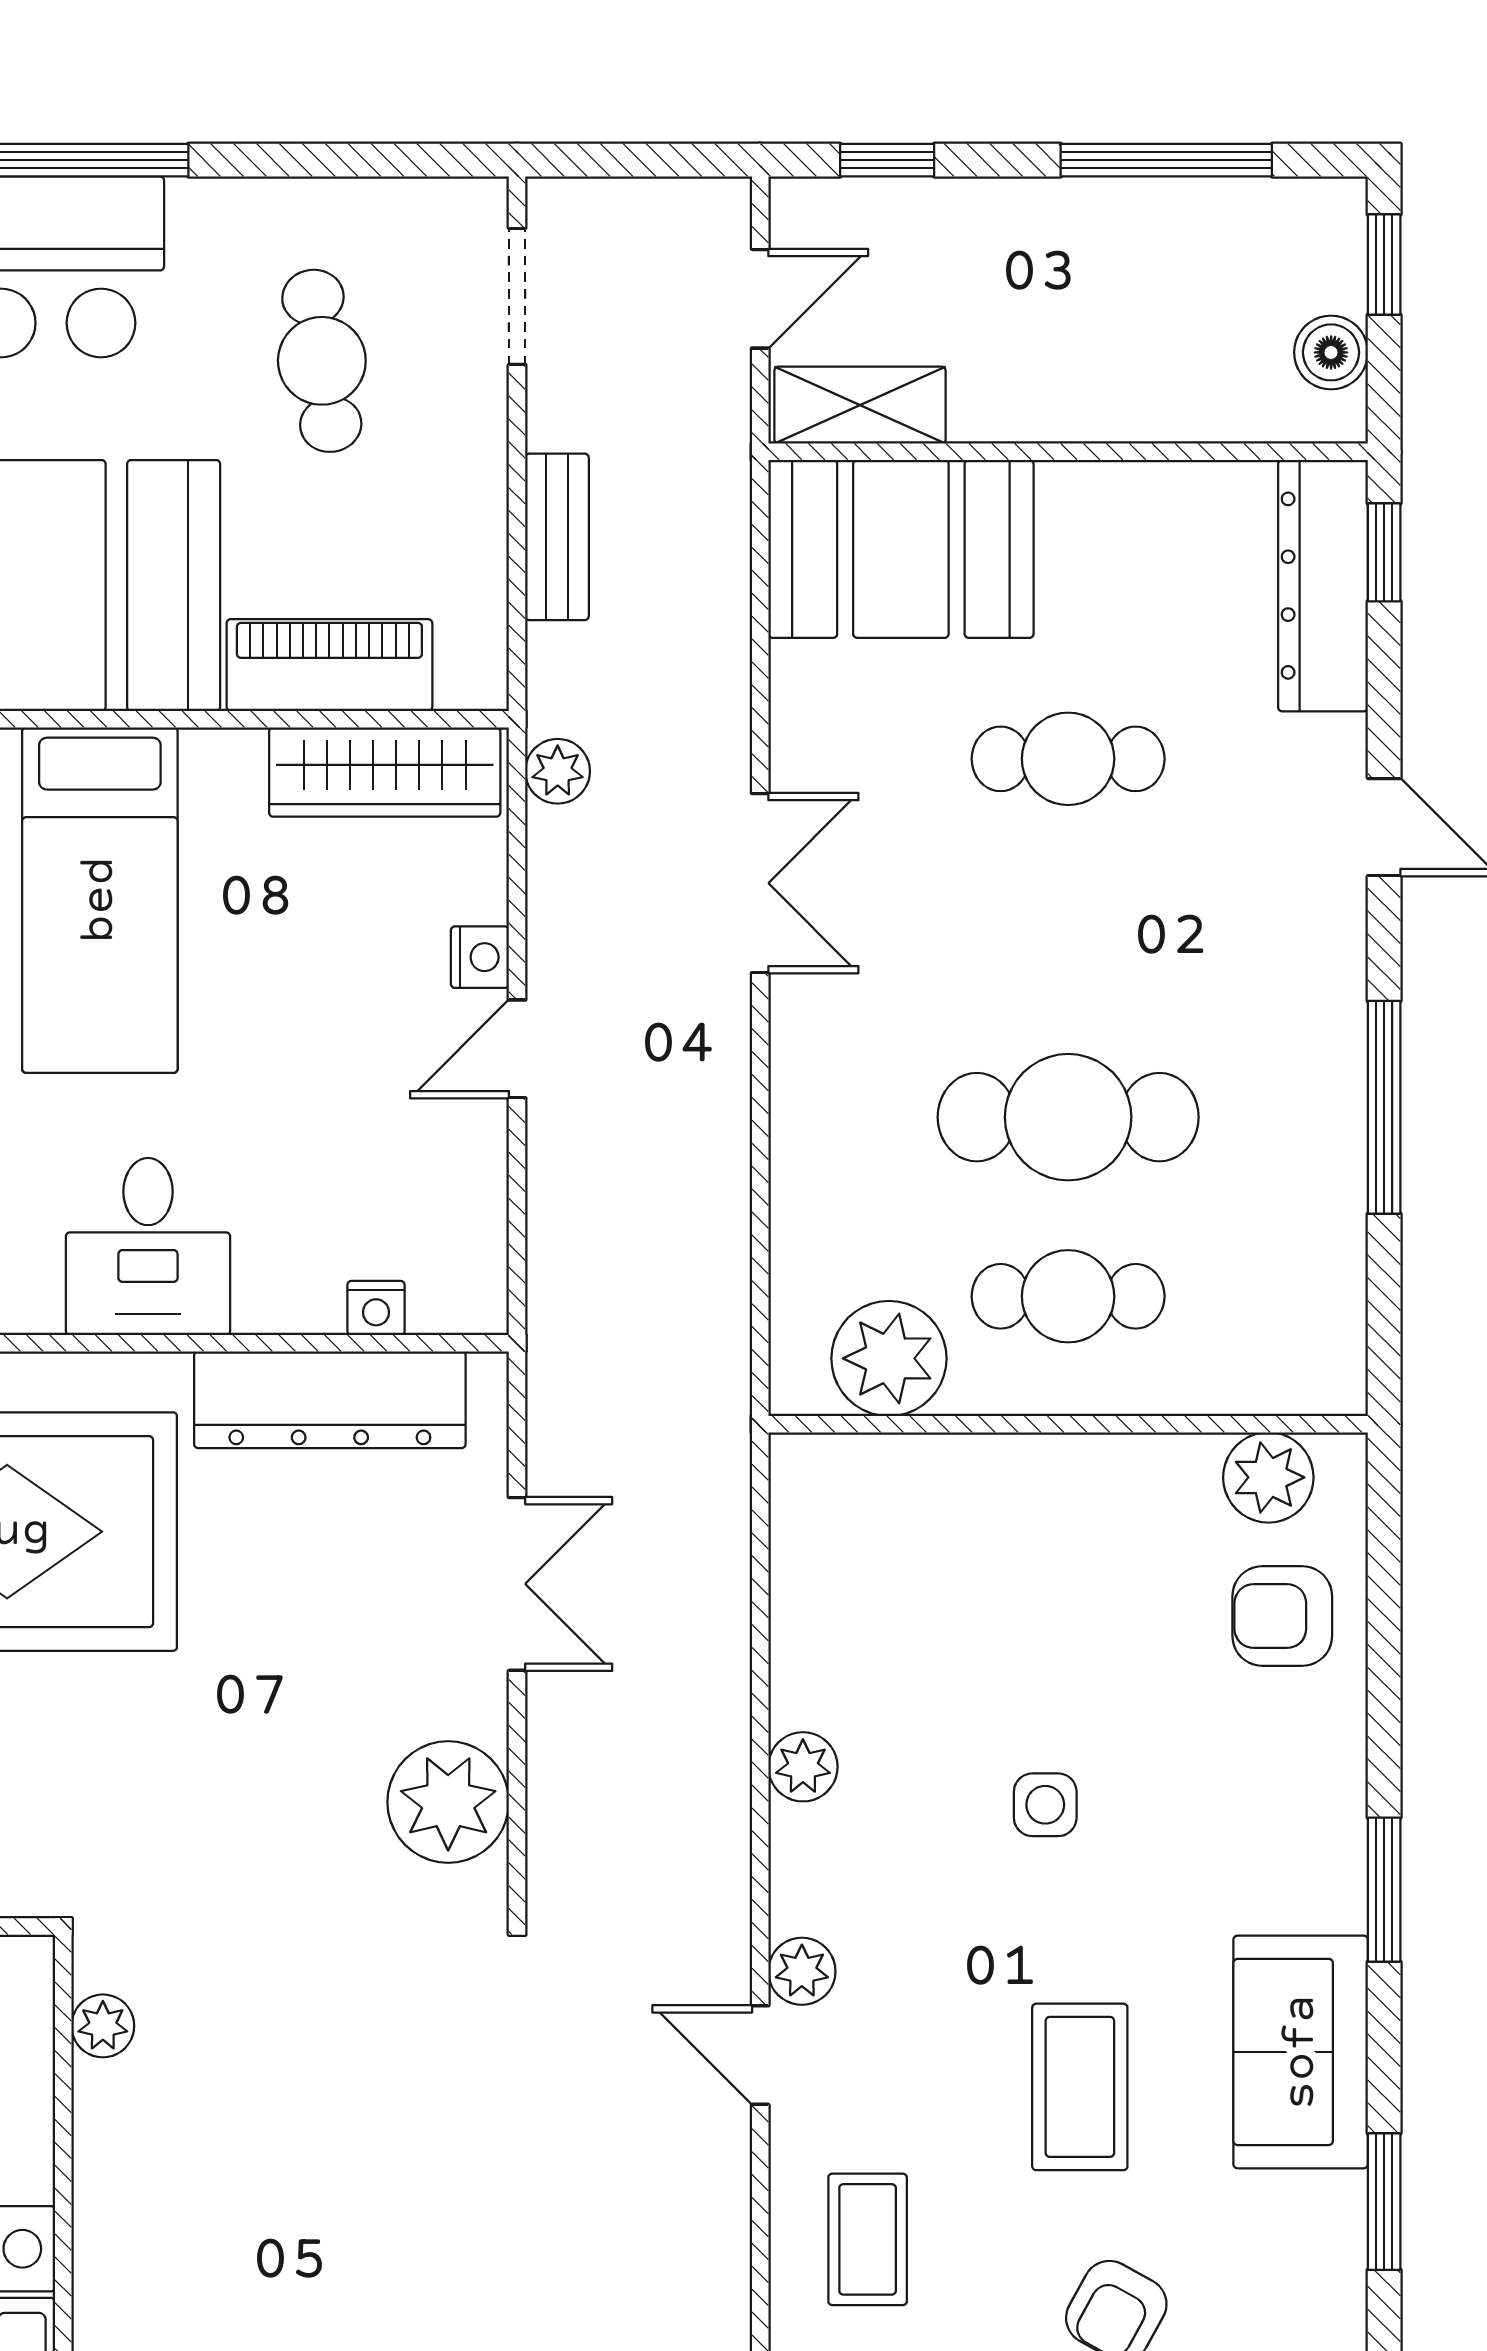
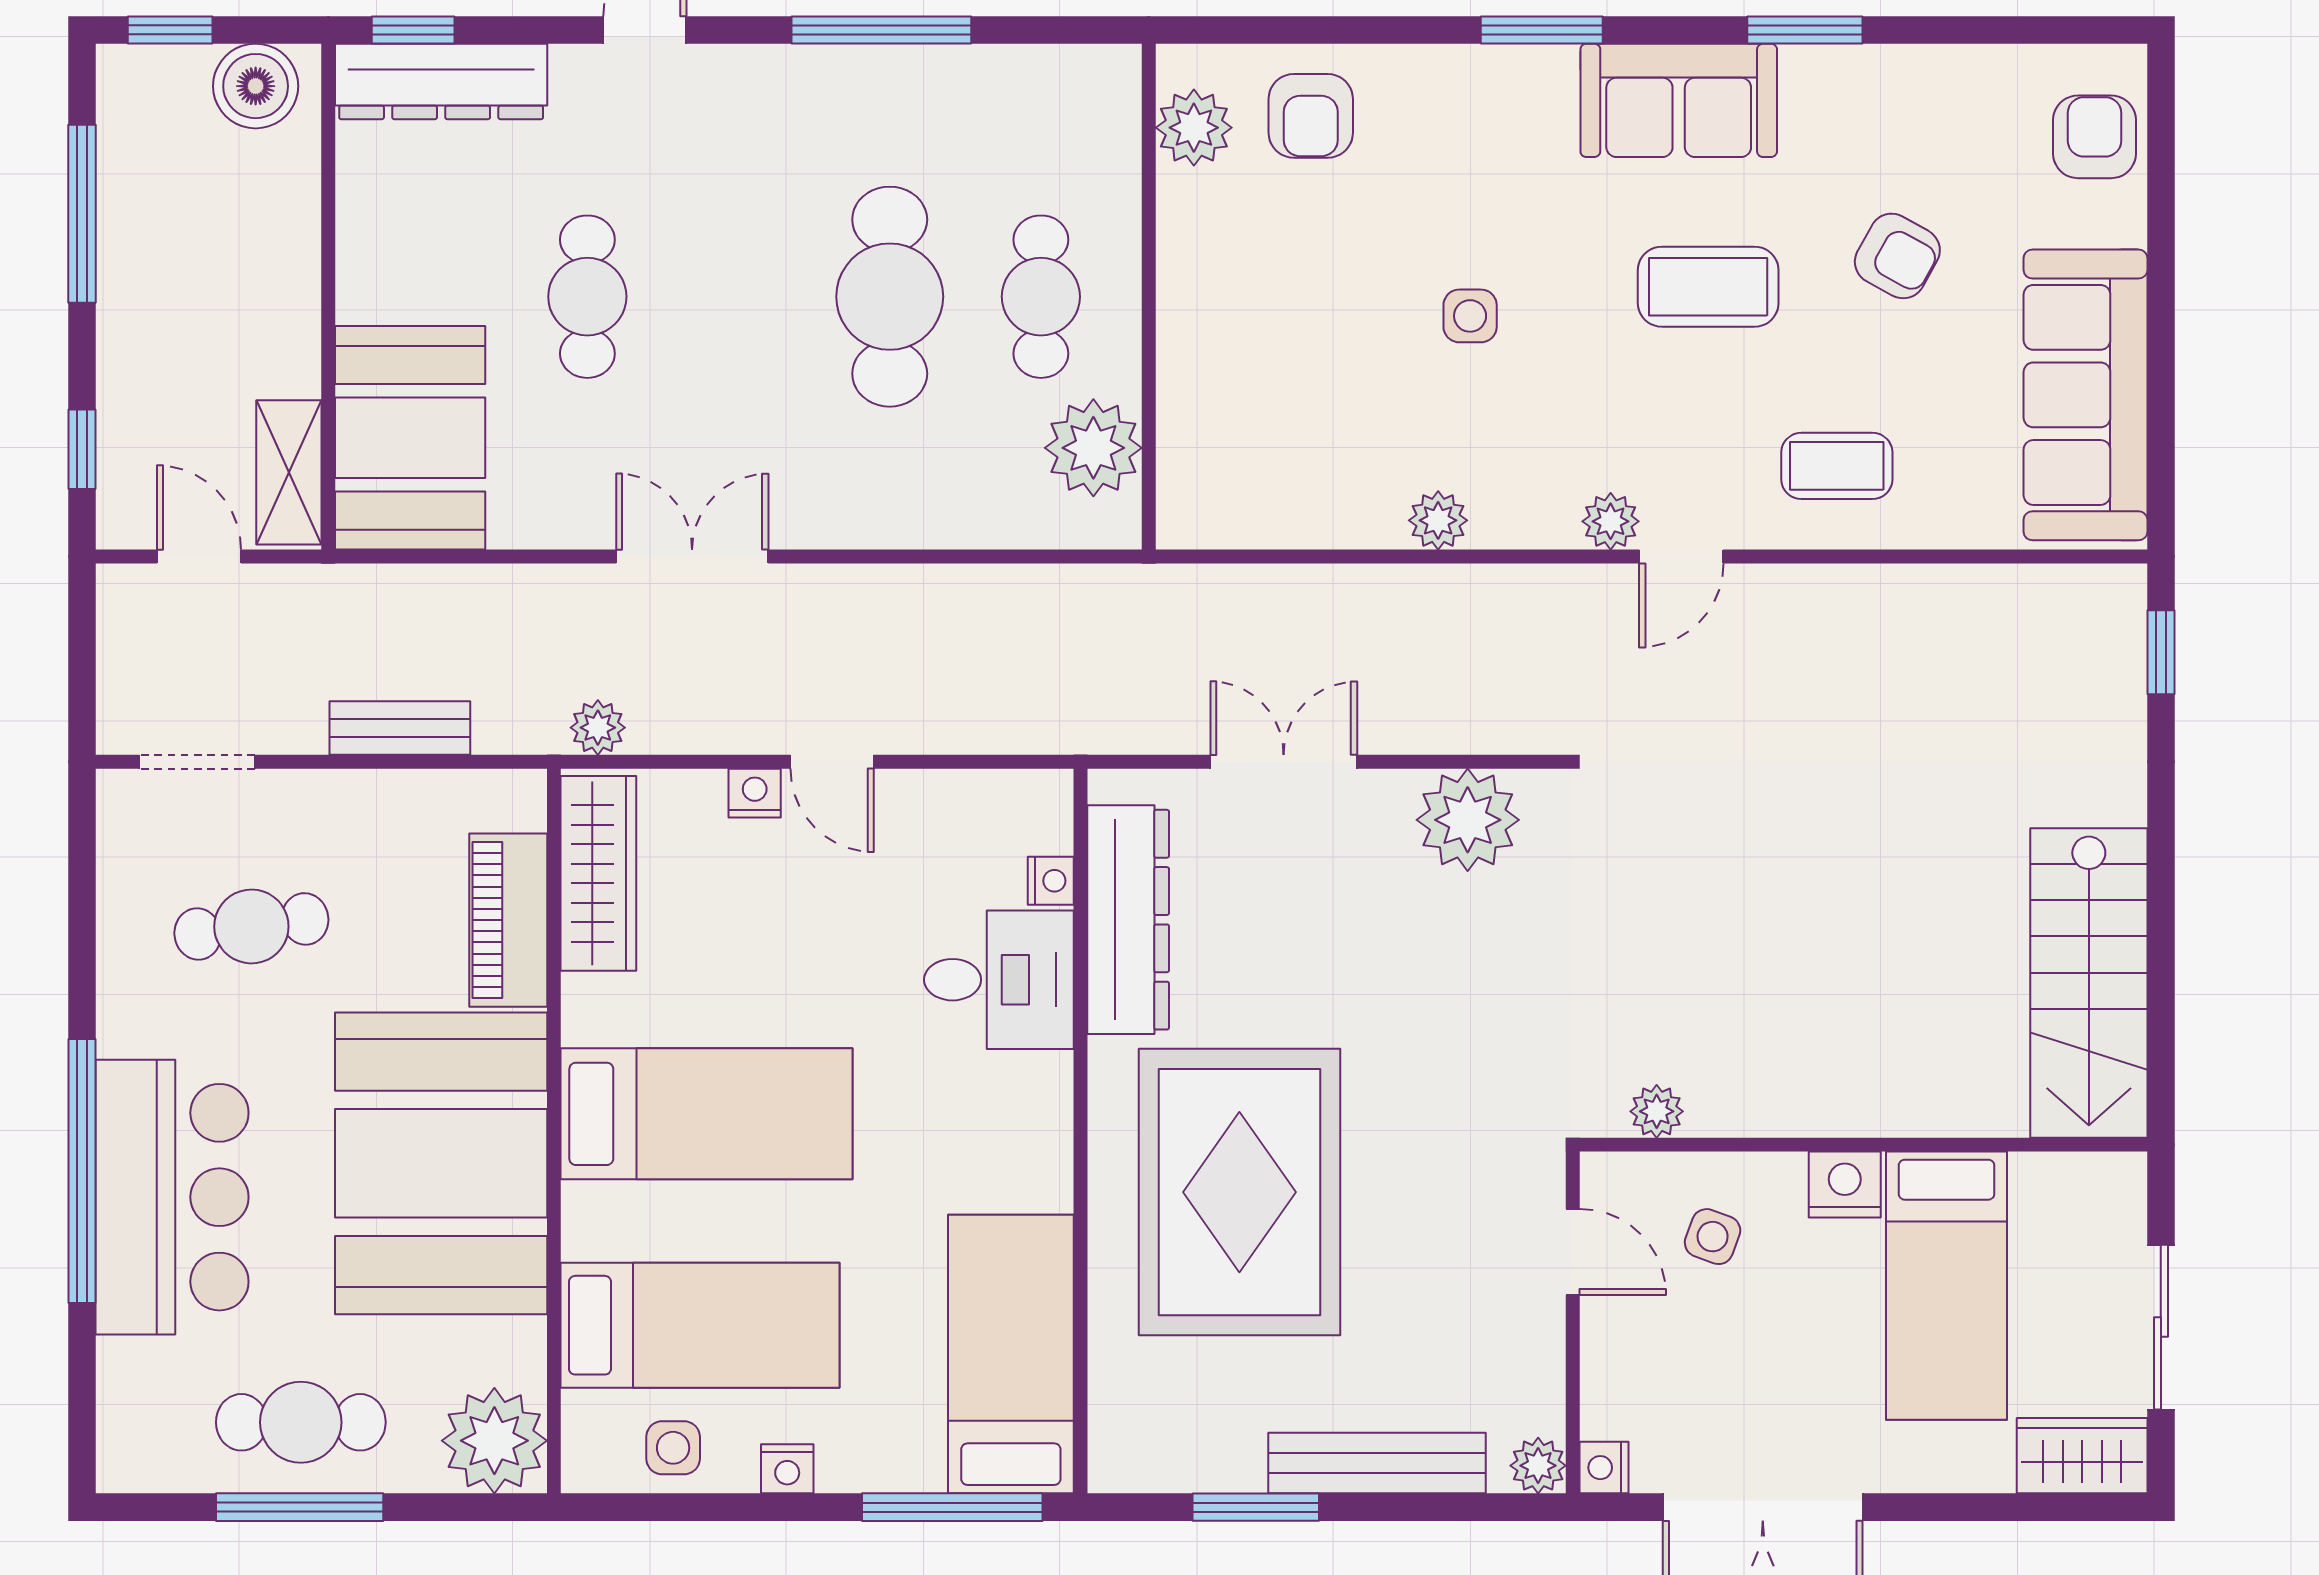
boiler: (1331, 352) -> (256, 86), width x1.36, depth x1.36
desk: (148, 1246) -> (999, 980), moved

